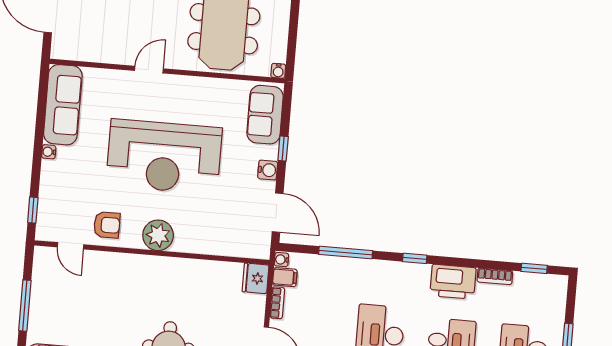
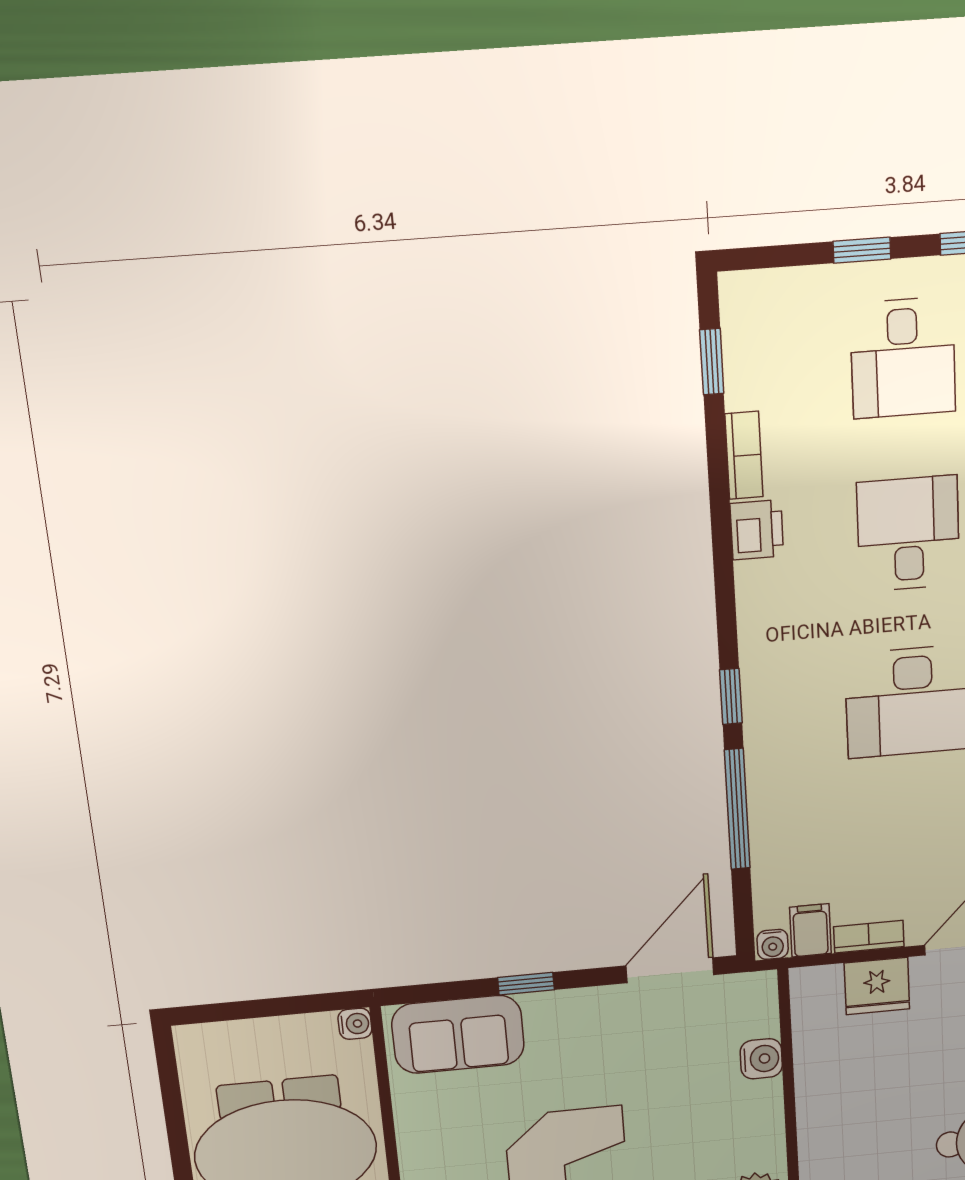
water cooler: (268, 170) -> (761, 1059), moved, turned 90
window: (415, 258) -> (731, 696), moved
fridge: (255, 278) -> (877, 986), moved
printer: (453, 282) -> (757, 530), width x0.53, depth x0.68

